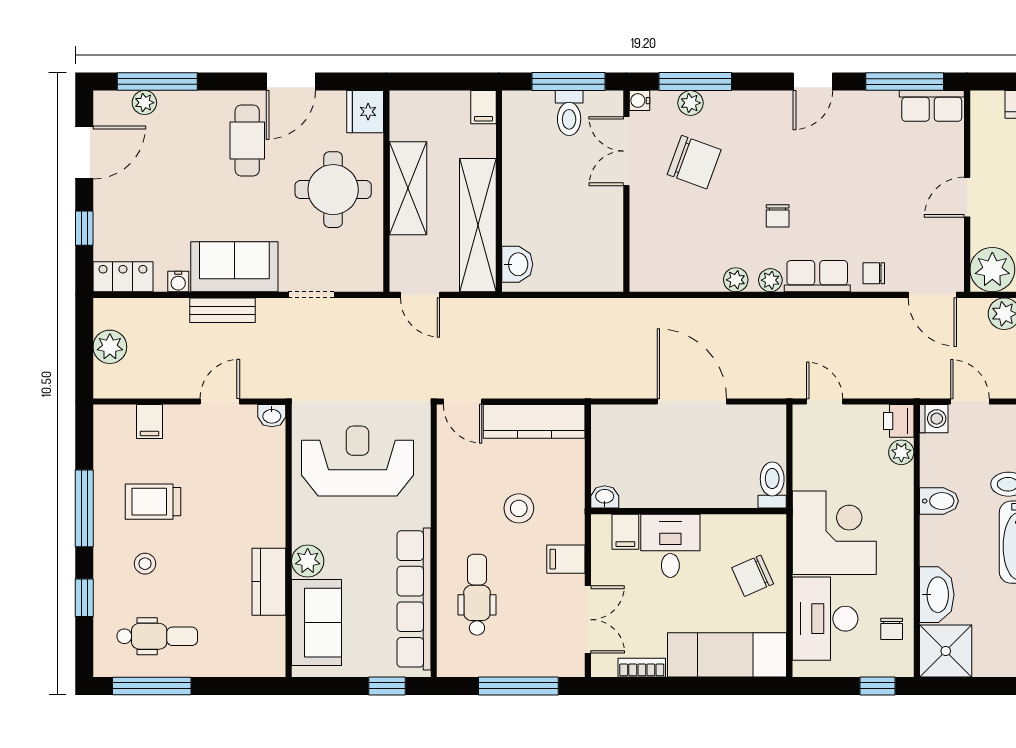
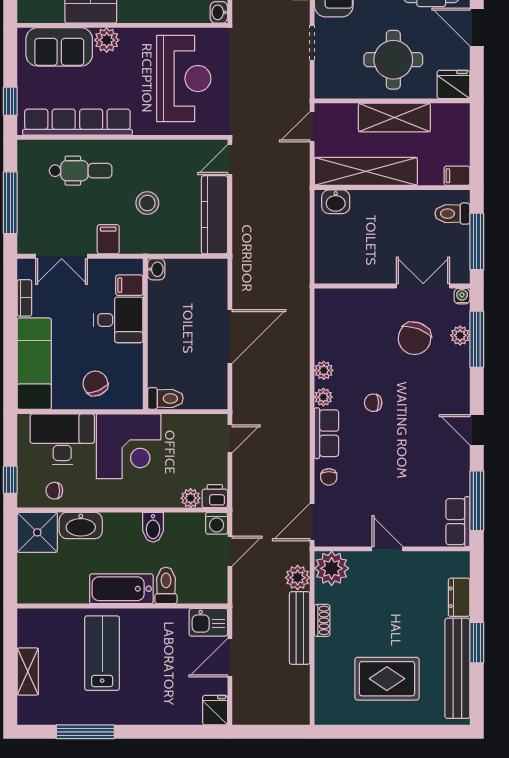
toilet: (569, 113) -> (452, 214), moved
chair: (874, 273) -> (329, 477), turned 180

